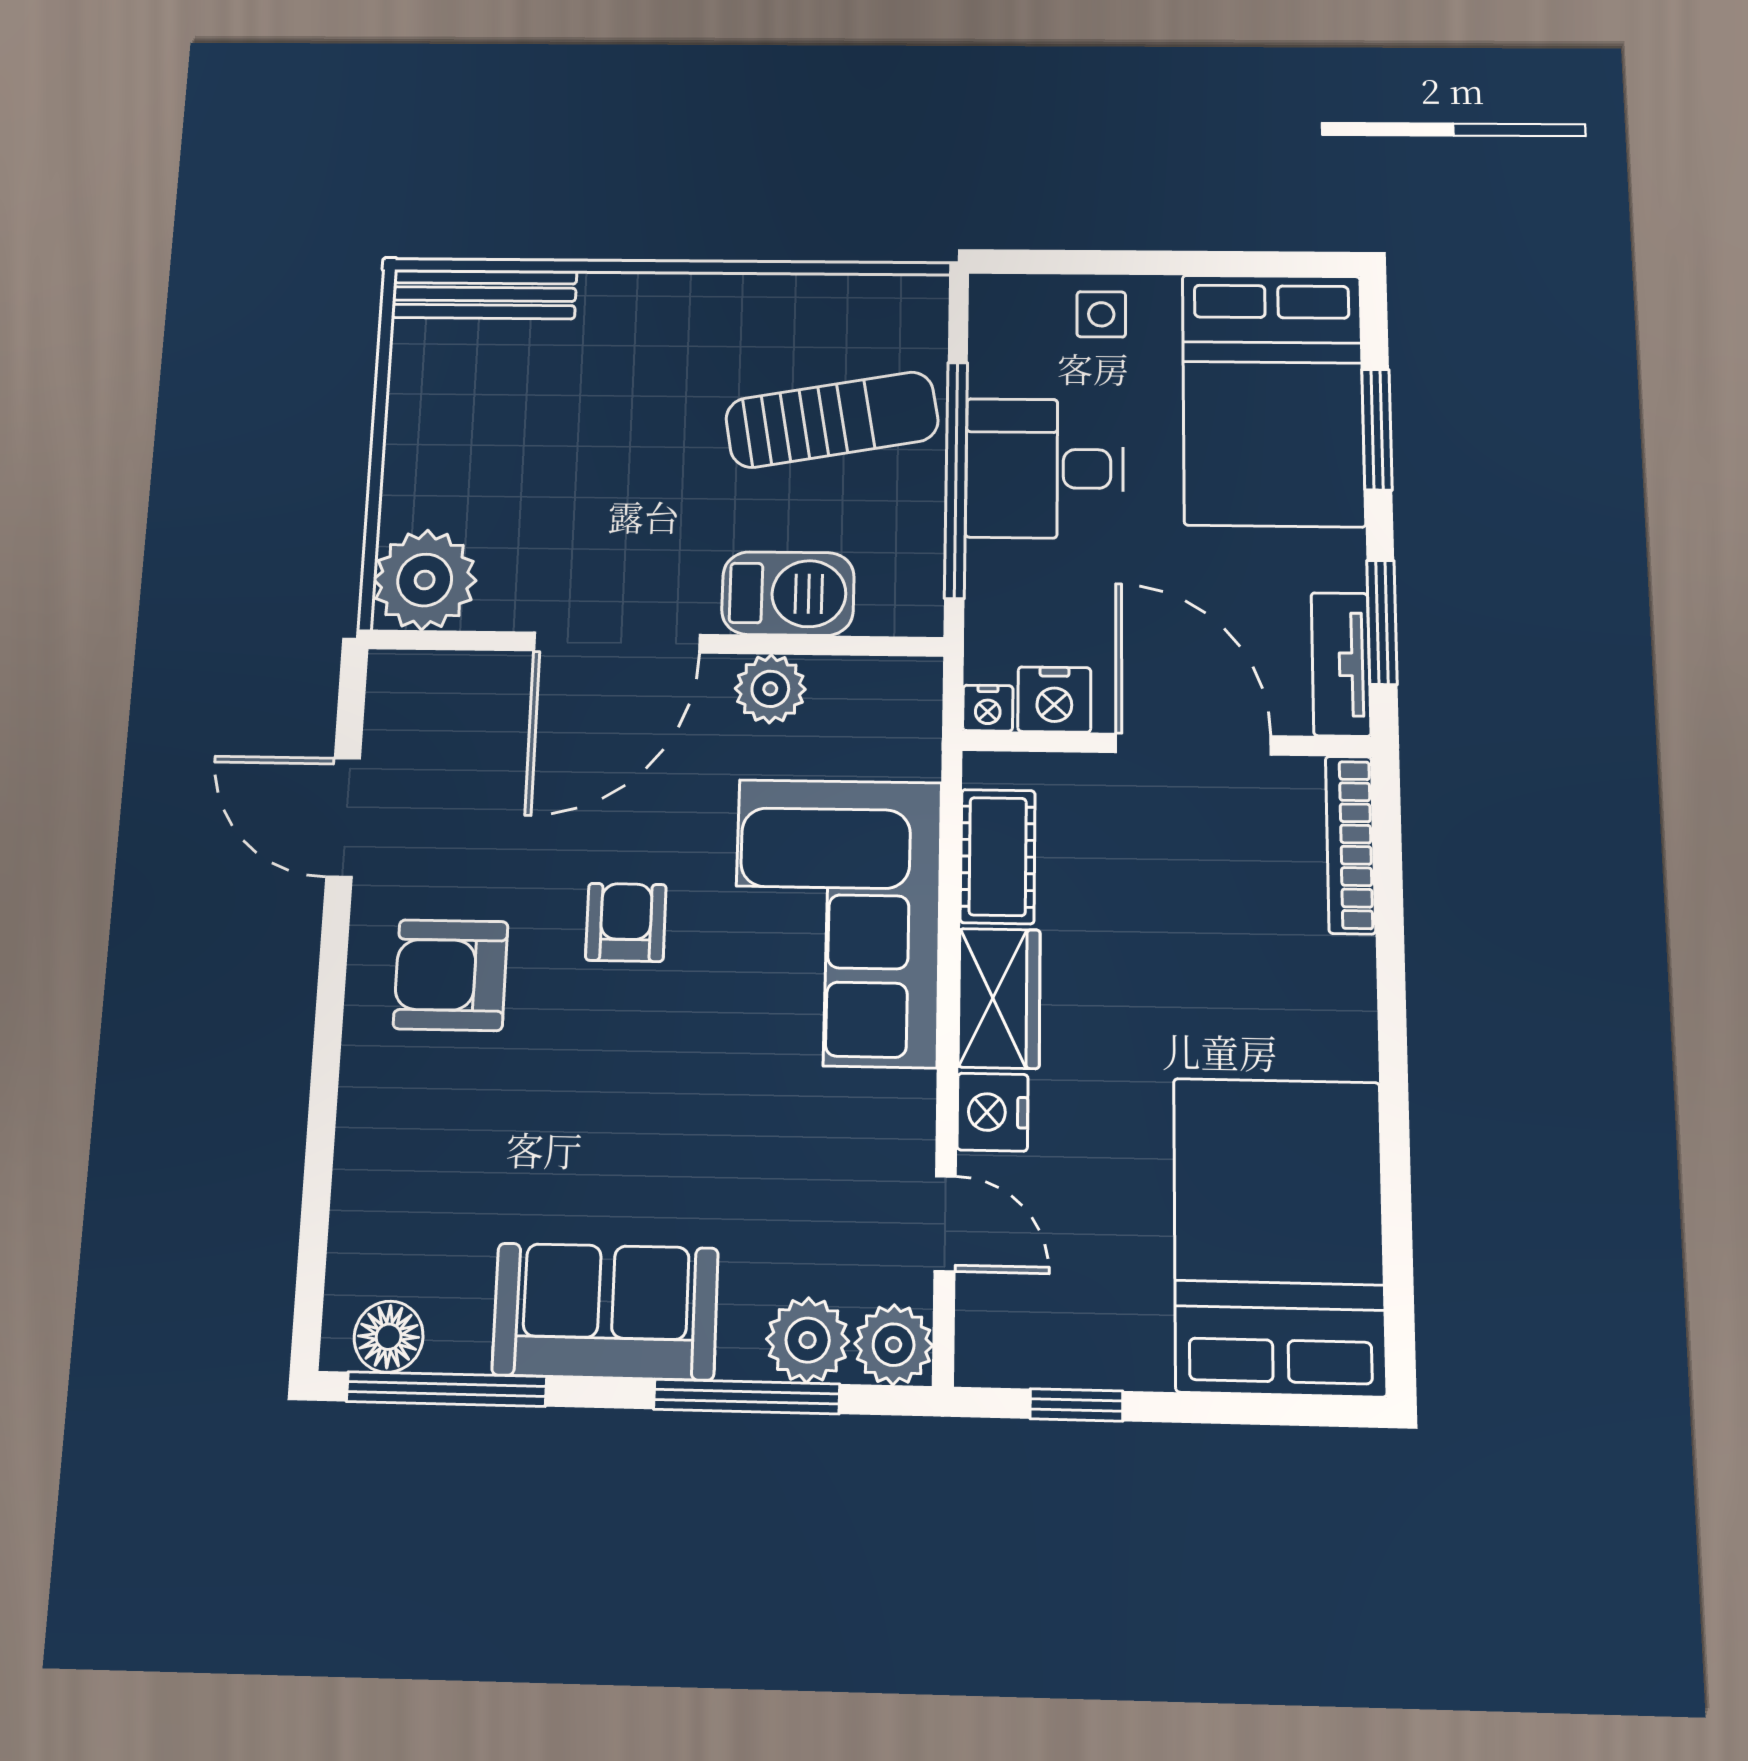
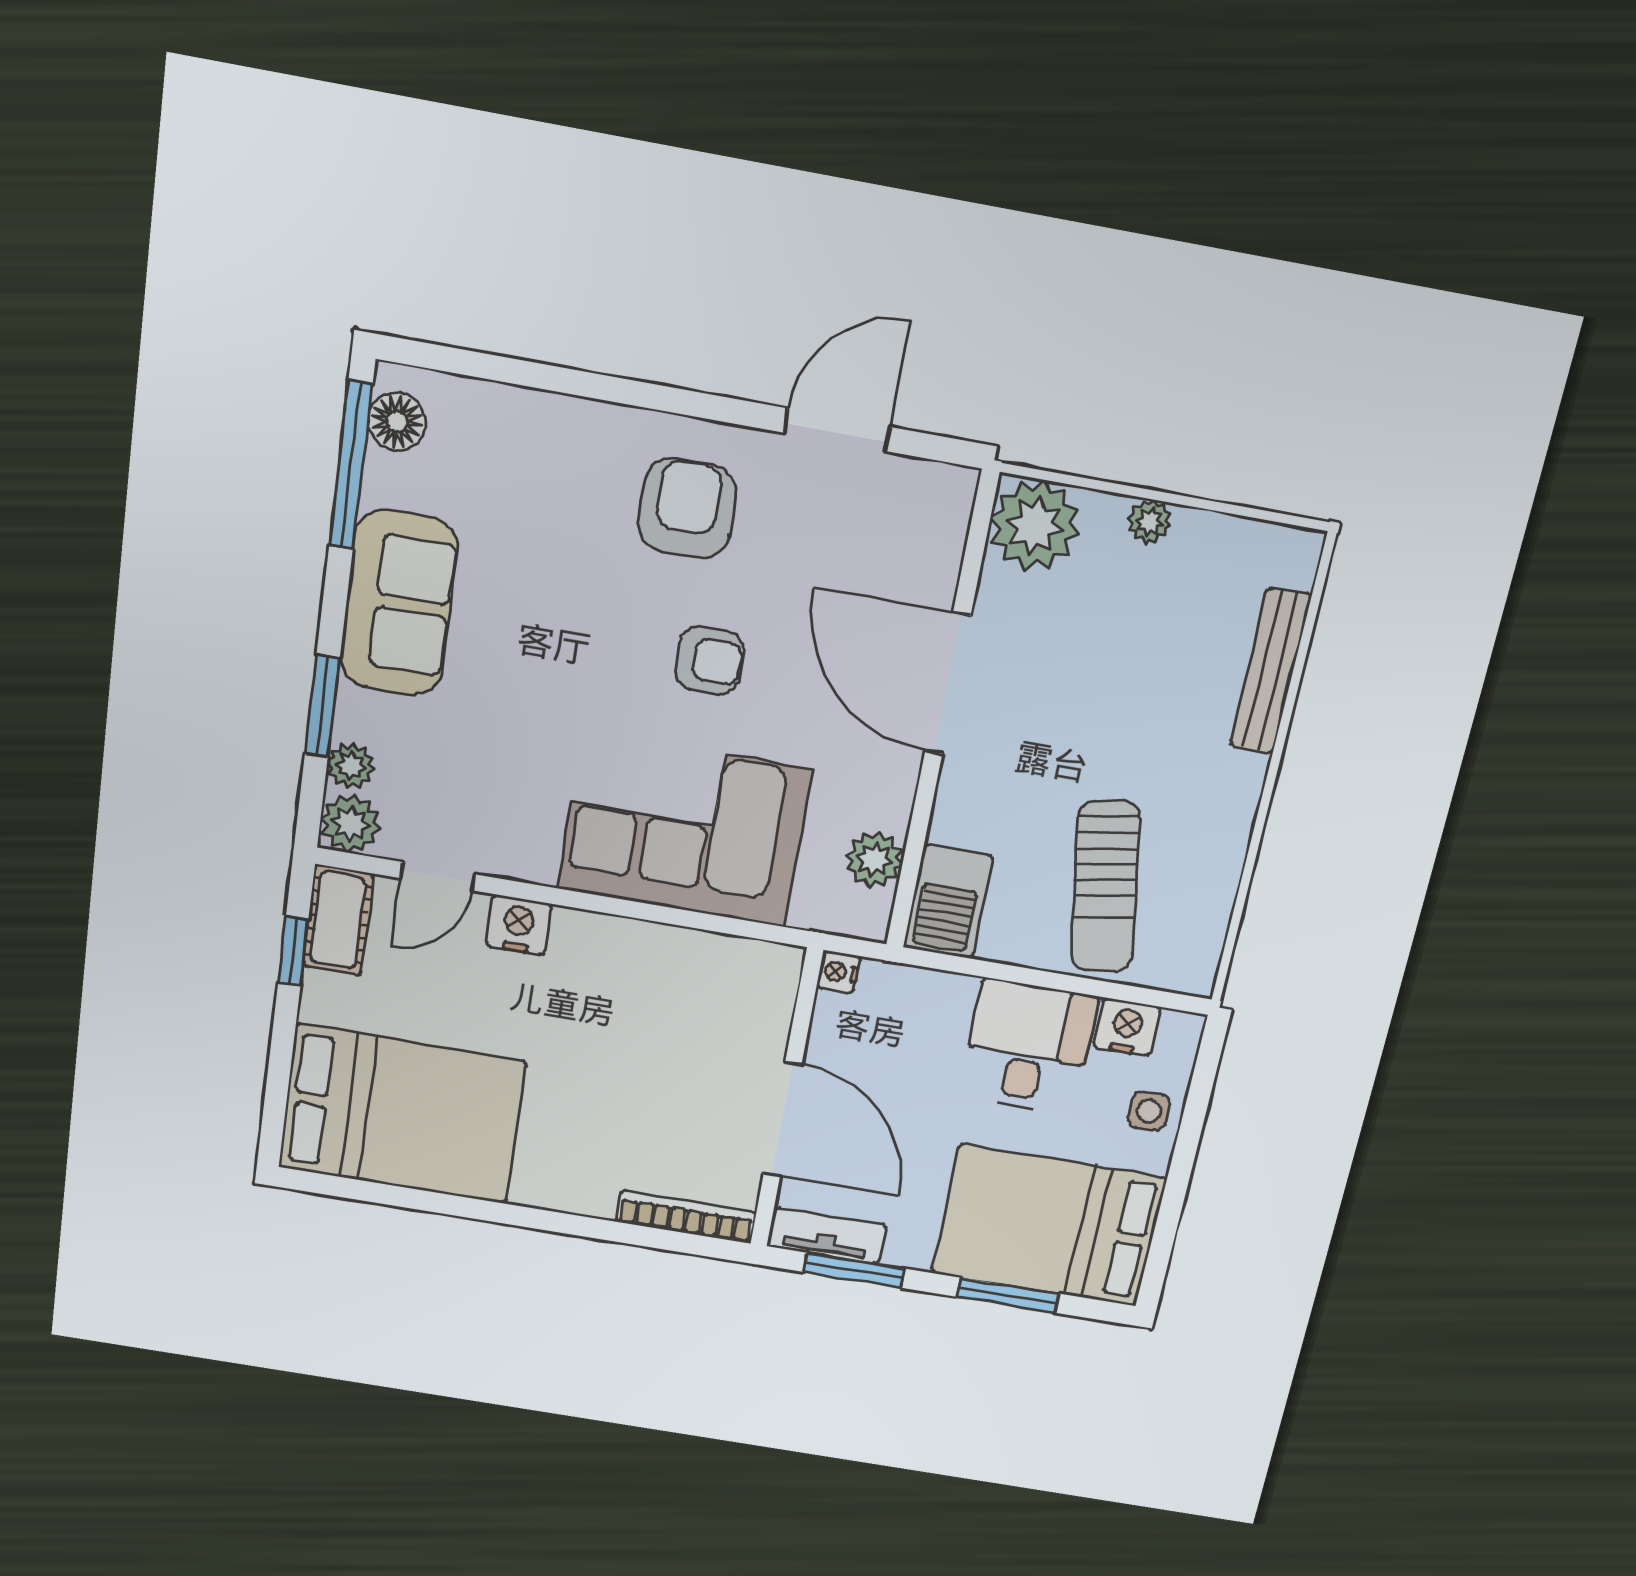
bench: (484, 294) -> (1270, 671), moved
plant: (406, 458) -> (1149, 522), added
window: (956, 479) -> (1033, 977), removed
barbecue: (788, 593) -> (948, 902), moved
plant: (770, 689) -> (874, 860), moved
nightstand: (1054, 700) -> (1127, 1027), moved, turned 90
door: (1193, 744) -> (783, 1119), hinge flipped
cot: (998, 856) -> (338, 920), moved, turned 90
wardrobe: (999, 998) -> (606, 944), removed
plant: (808, 1340) -> (351, 766), width x0.73, depth x0.73
window: (747, 1397) -> (322, 706), width x0.69

